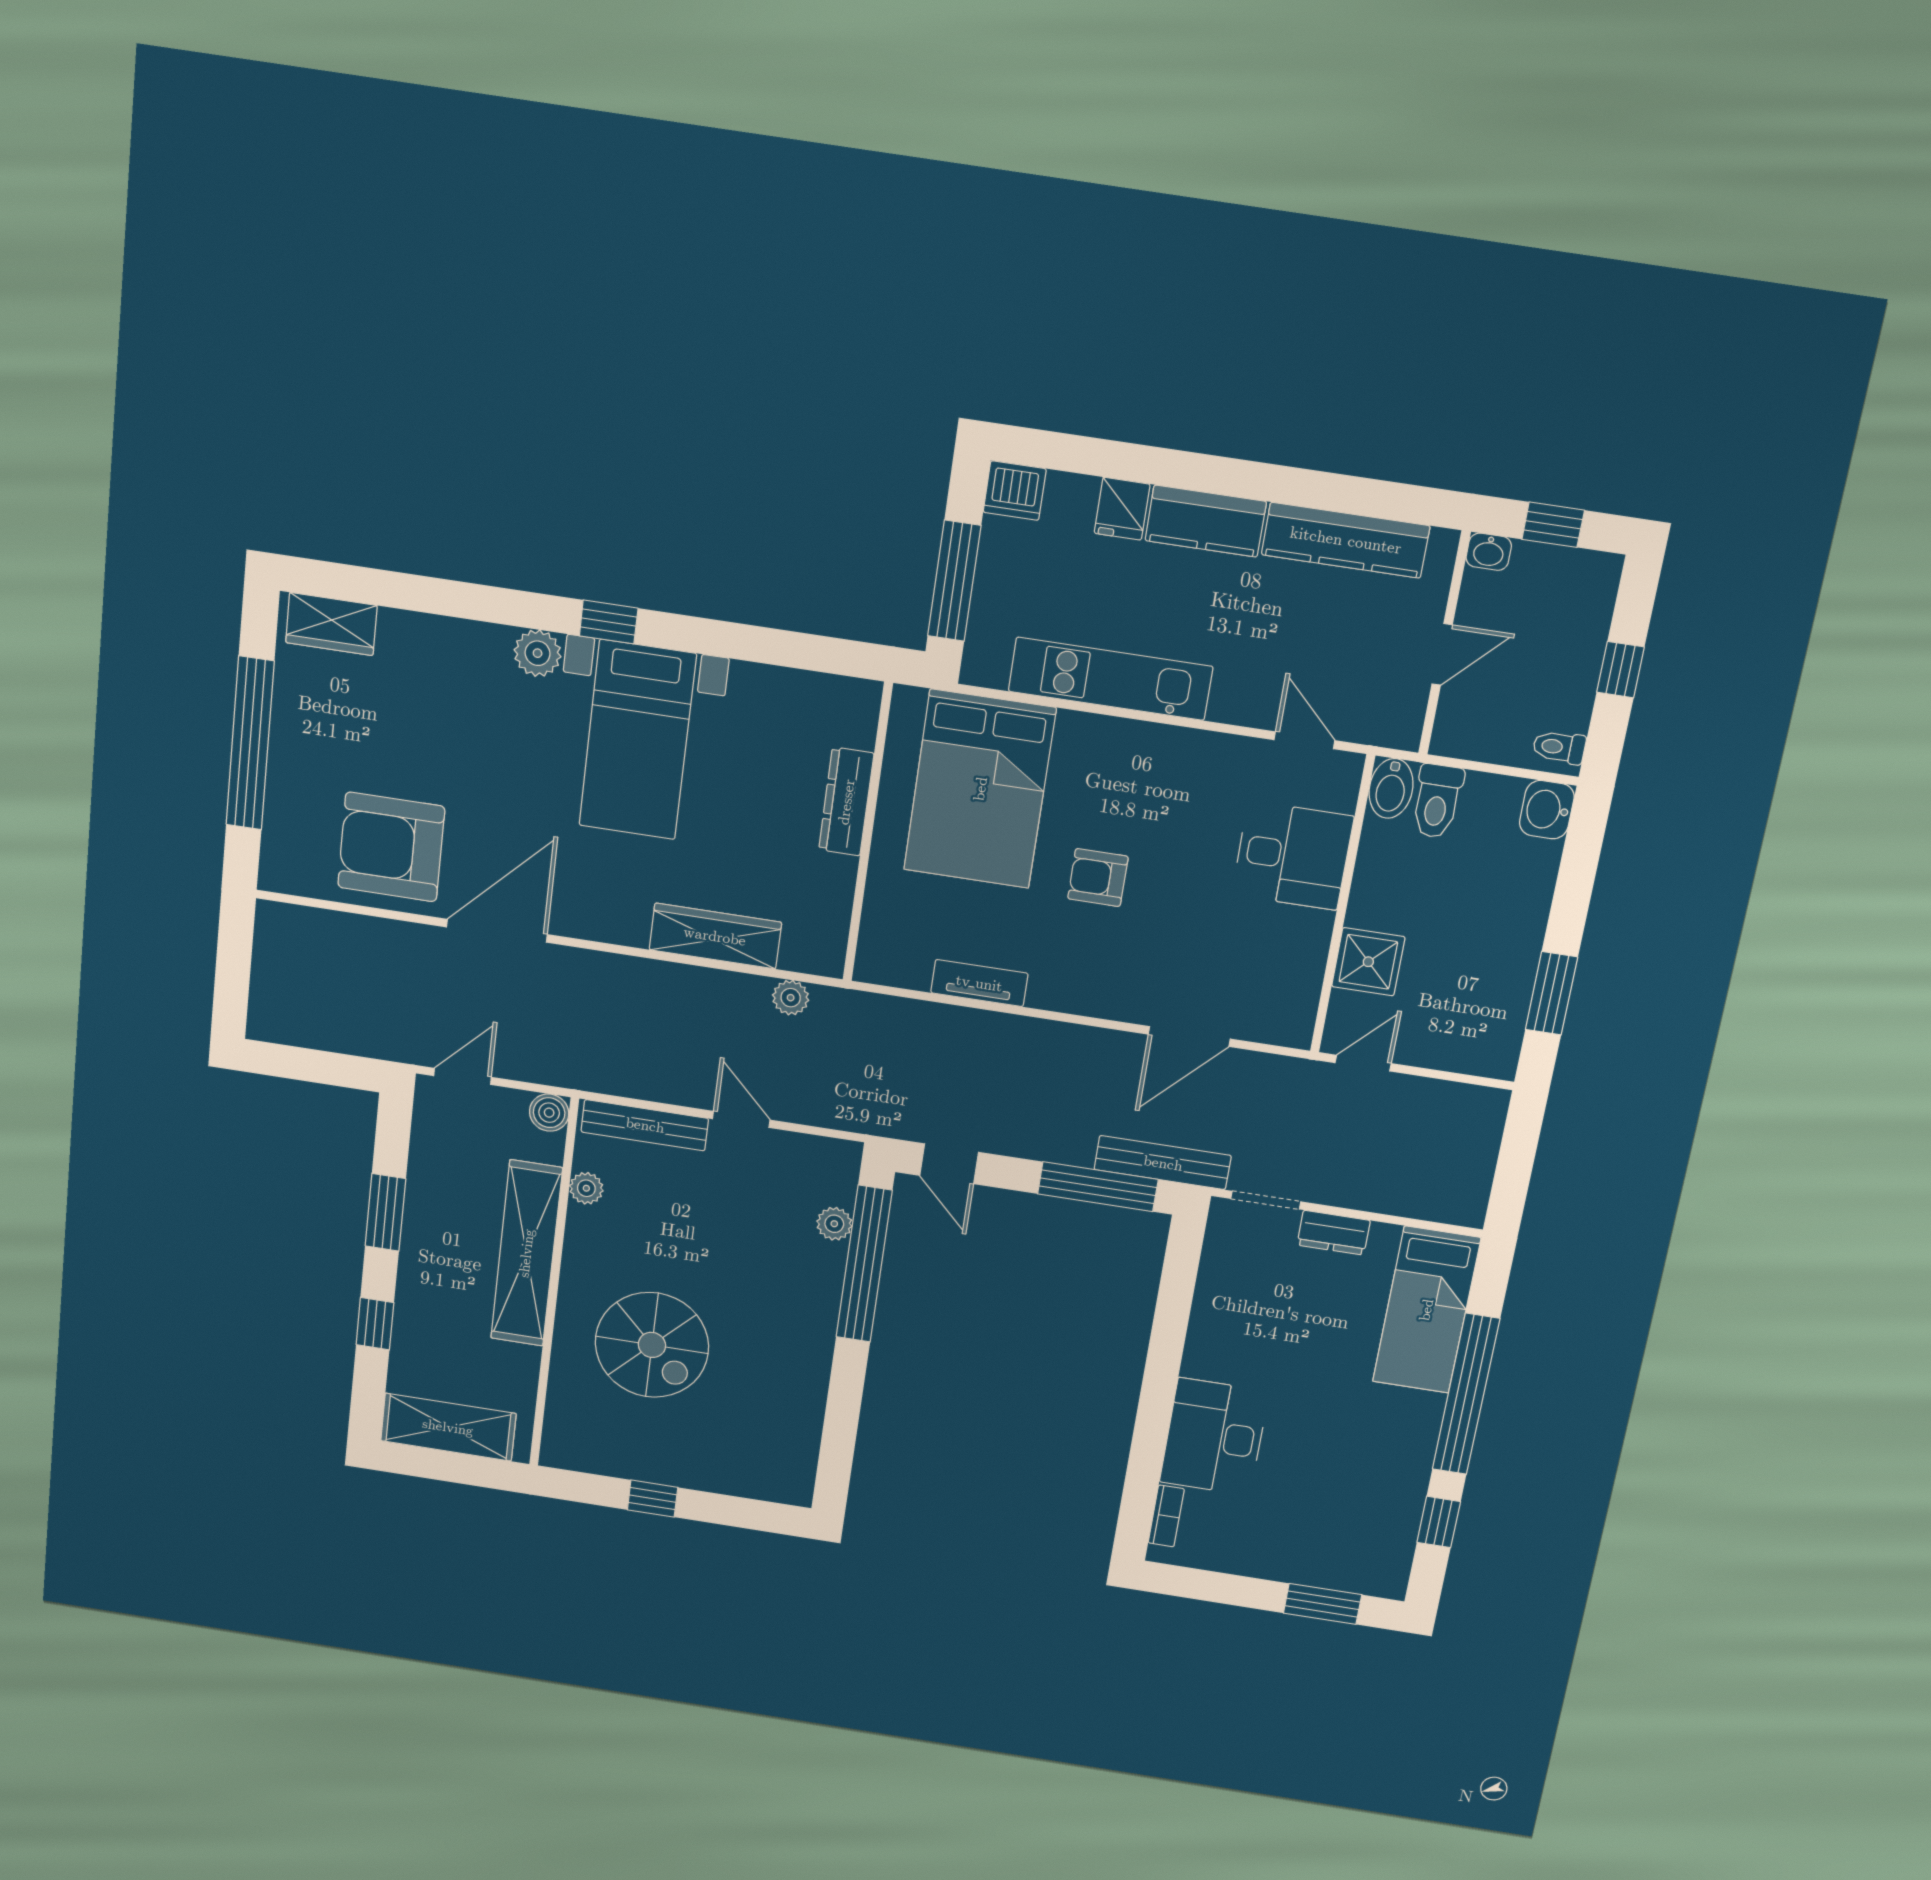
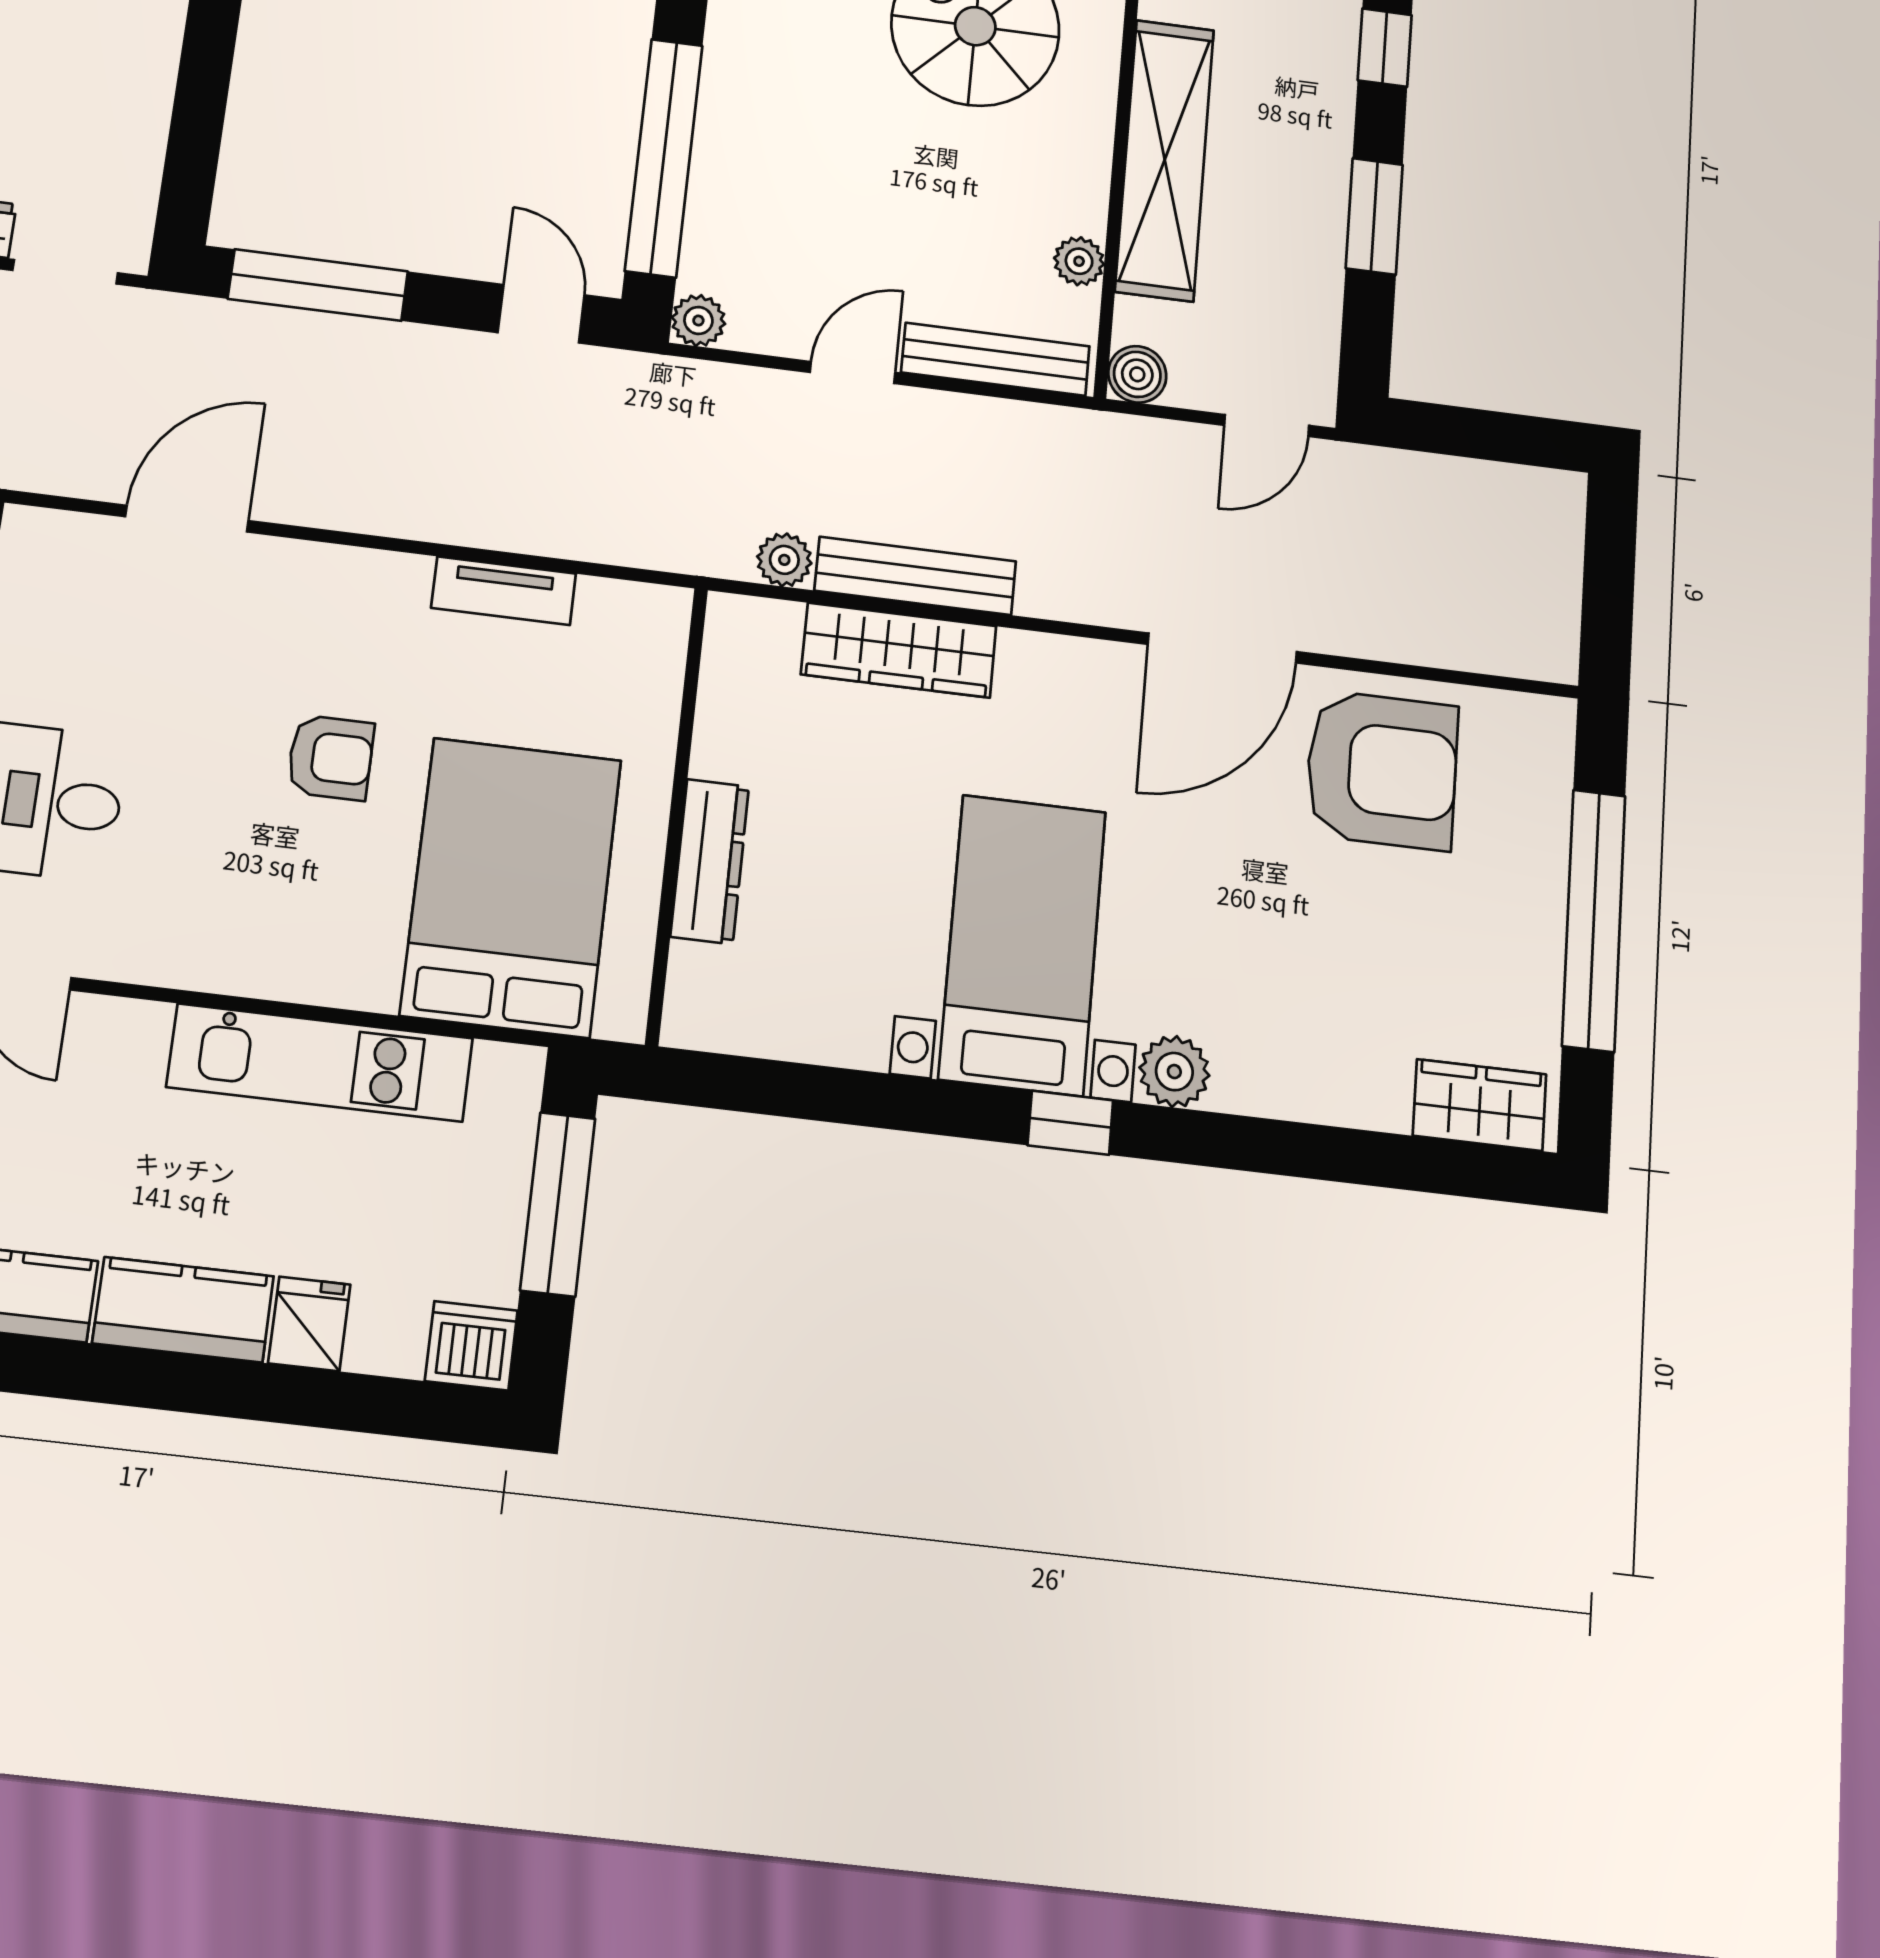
door: (741, 1119) -> (853, 372), swing flipped
bench: (1163, 1163) -> (915, 576), moved
plant: (834, 1224) -> (698, 320), moved

